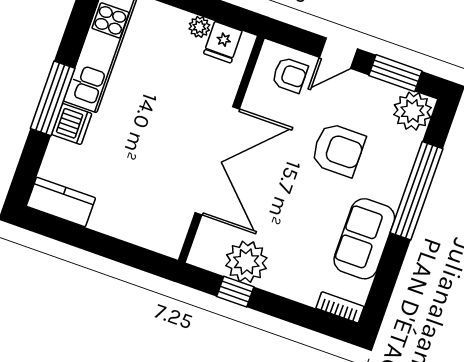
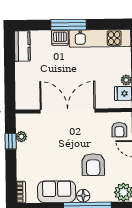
double door: (217, 161) -> (68, 111), swing flipped
floor lamp: (391, 191) -> (83, 196), added
plant: (246, 262) -> (21, 137), width x0.53, depth x0.53

